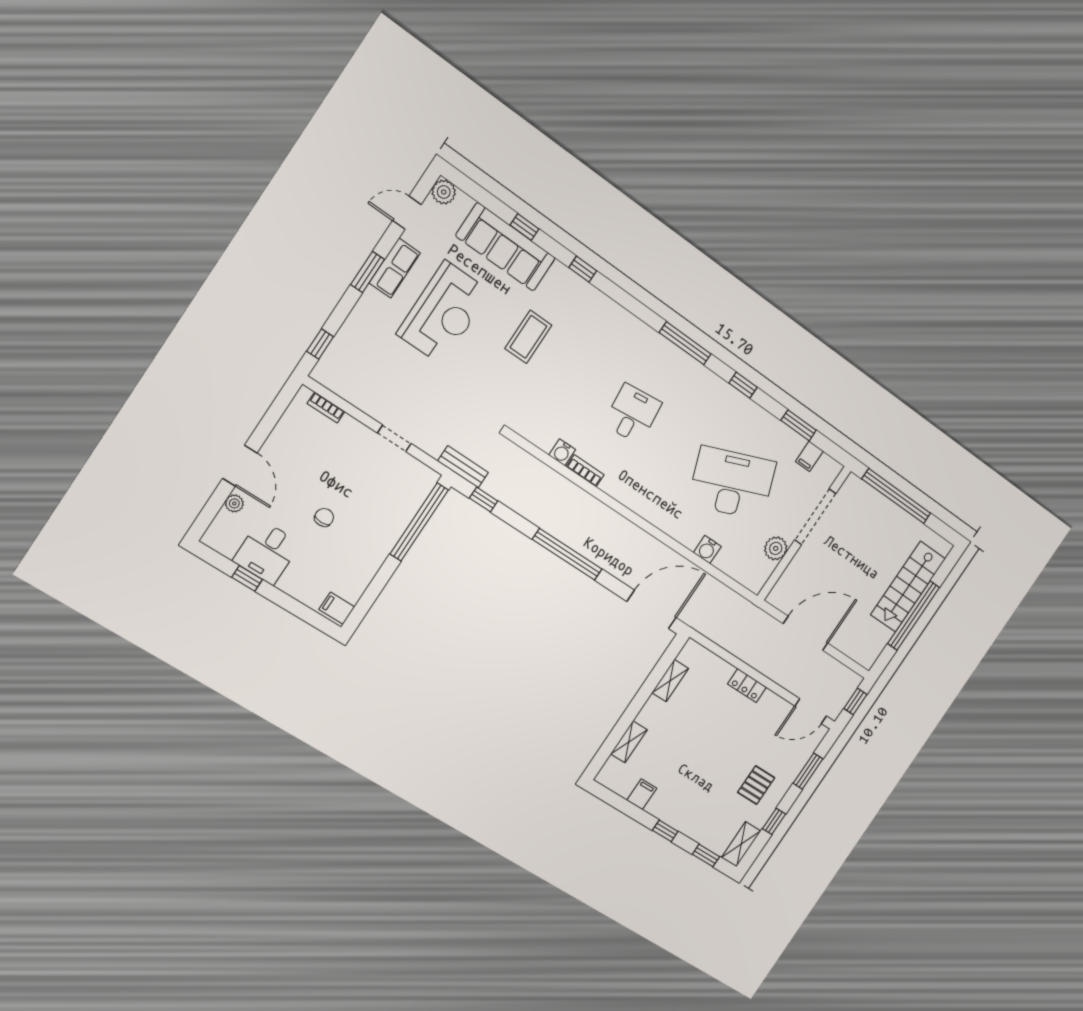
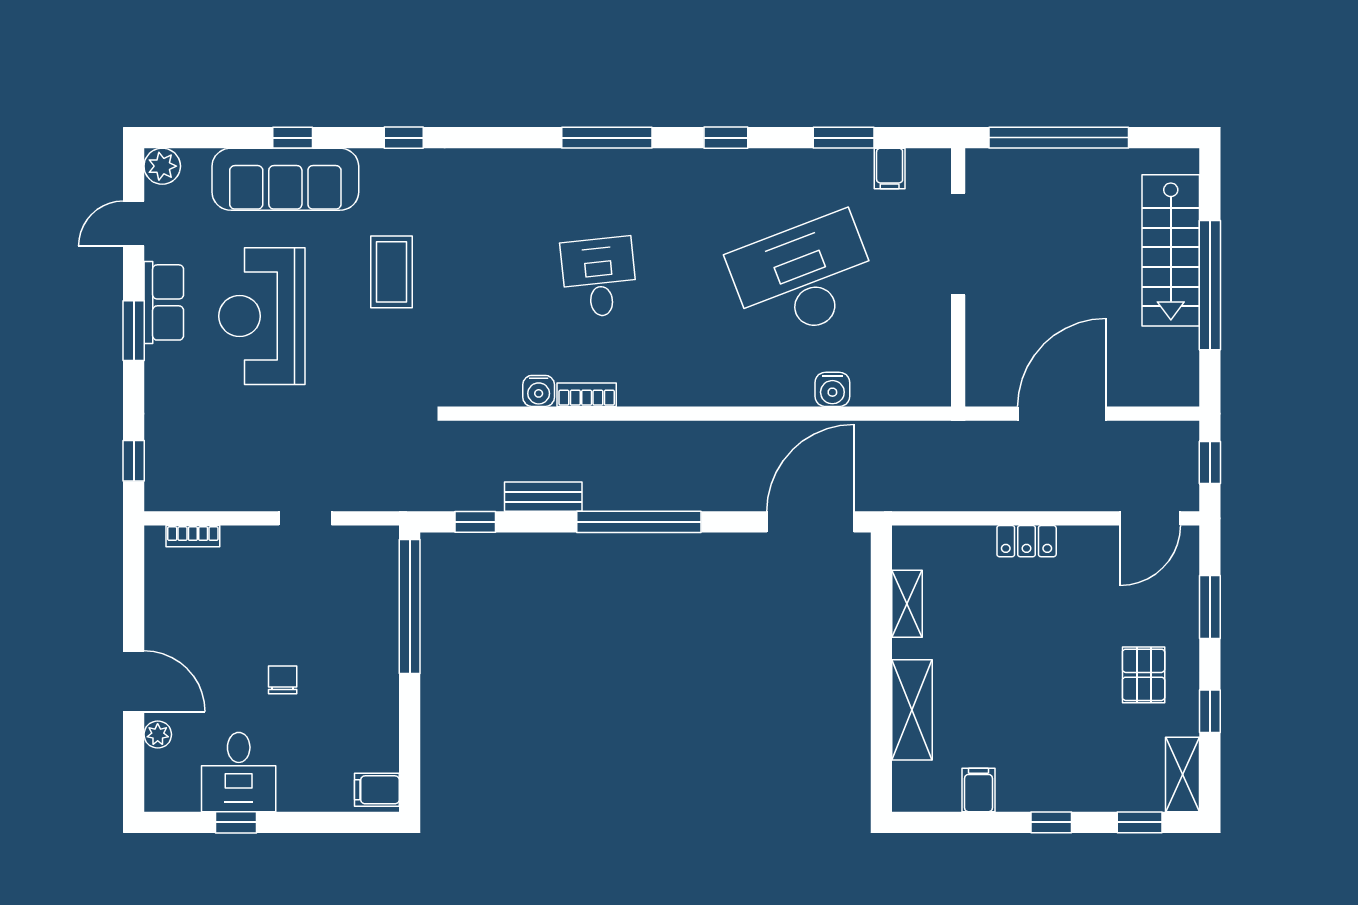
reception desk: (444, 313) -> (262, 316), turned 180
bench: (463, 467) -> (543, 497), moved
plant: (776, 548) -> (931, 324), removed
shelving: (629, 742) -> (912, 710), width x1.50, depth x1.33

